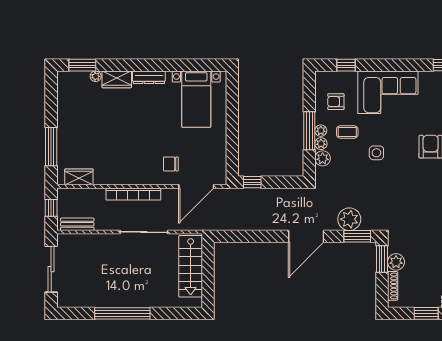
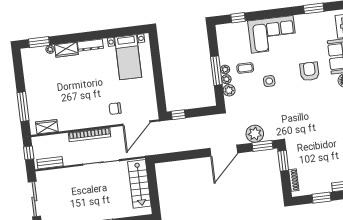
armchair: (336, 102) -> (234, 46), removed
plant: (396, 262) -> (294, 162), removed

